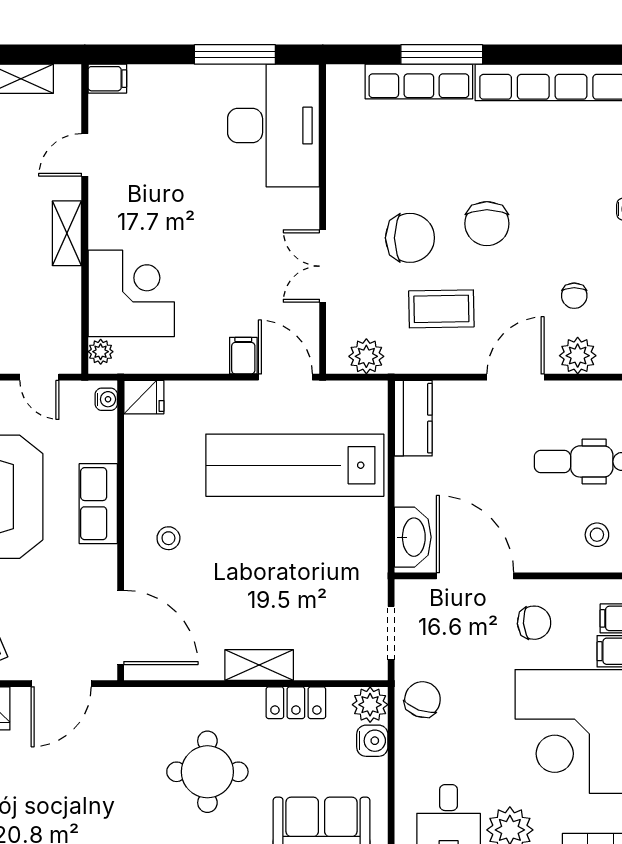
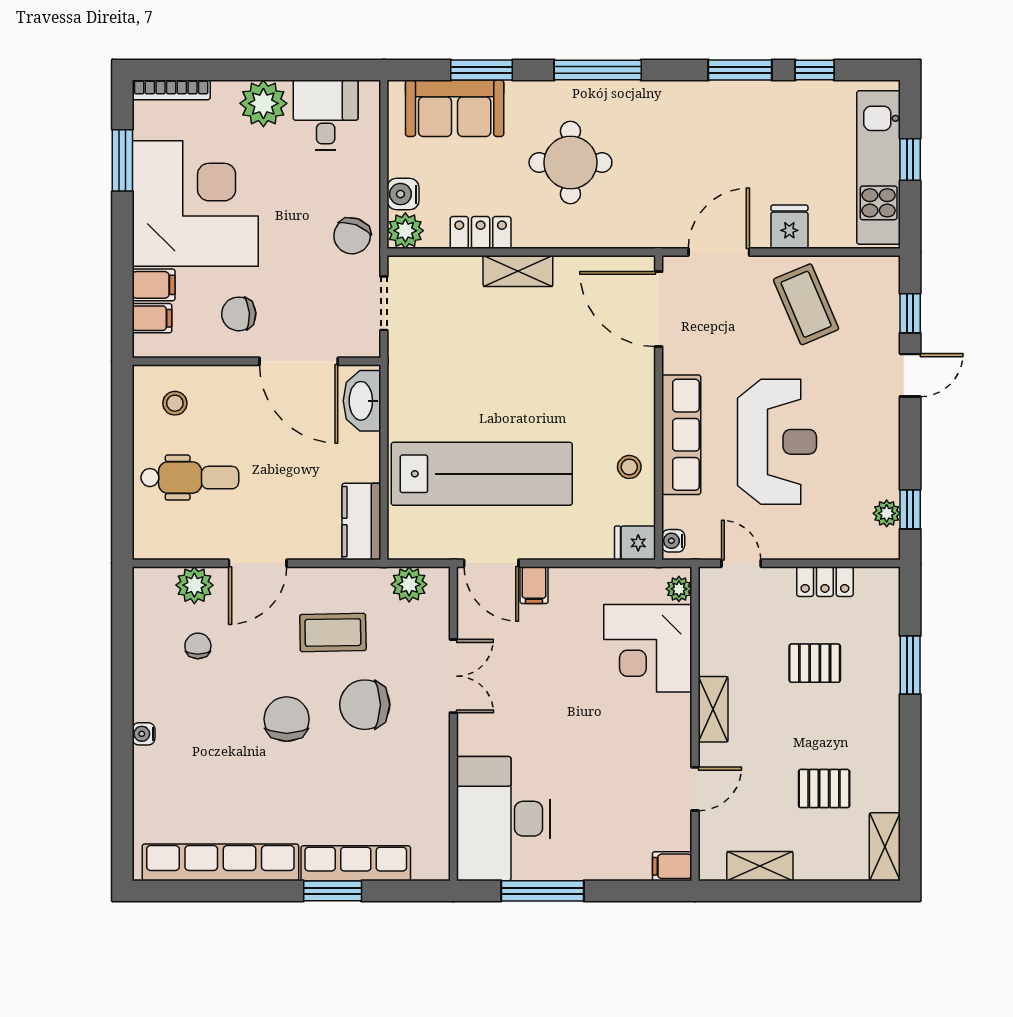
window: (442, 54) -> (333, 891), width x0.69
row of seats: (98, 504) -> (681, 435), width x1.48
stool: (168, 538) -> (629, 467), moved

